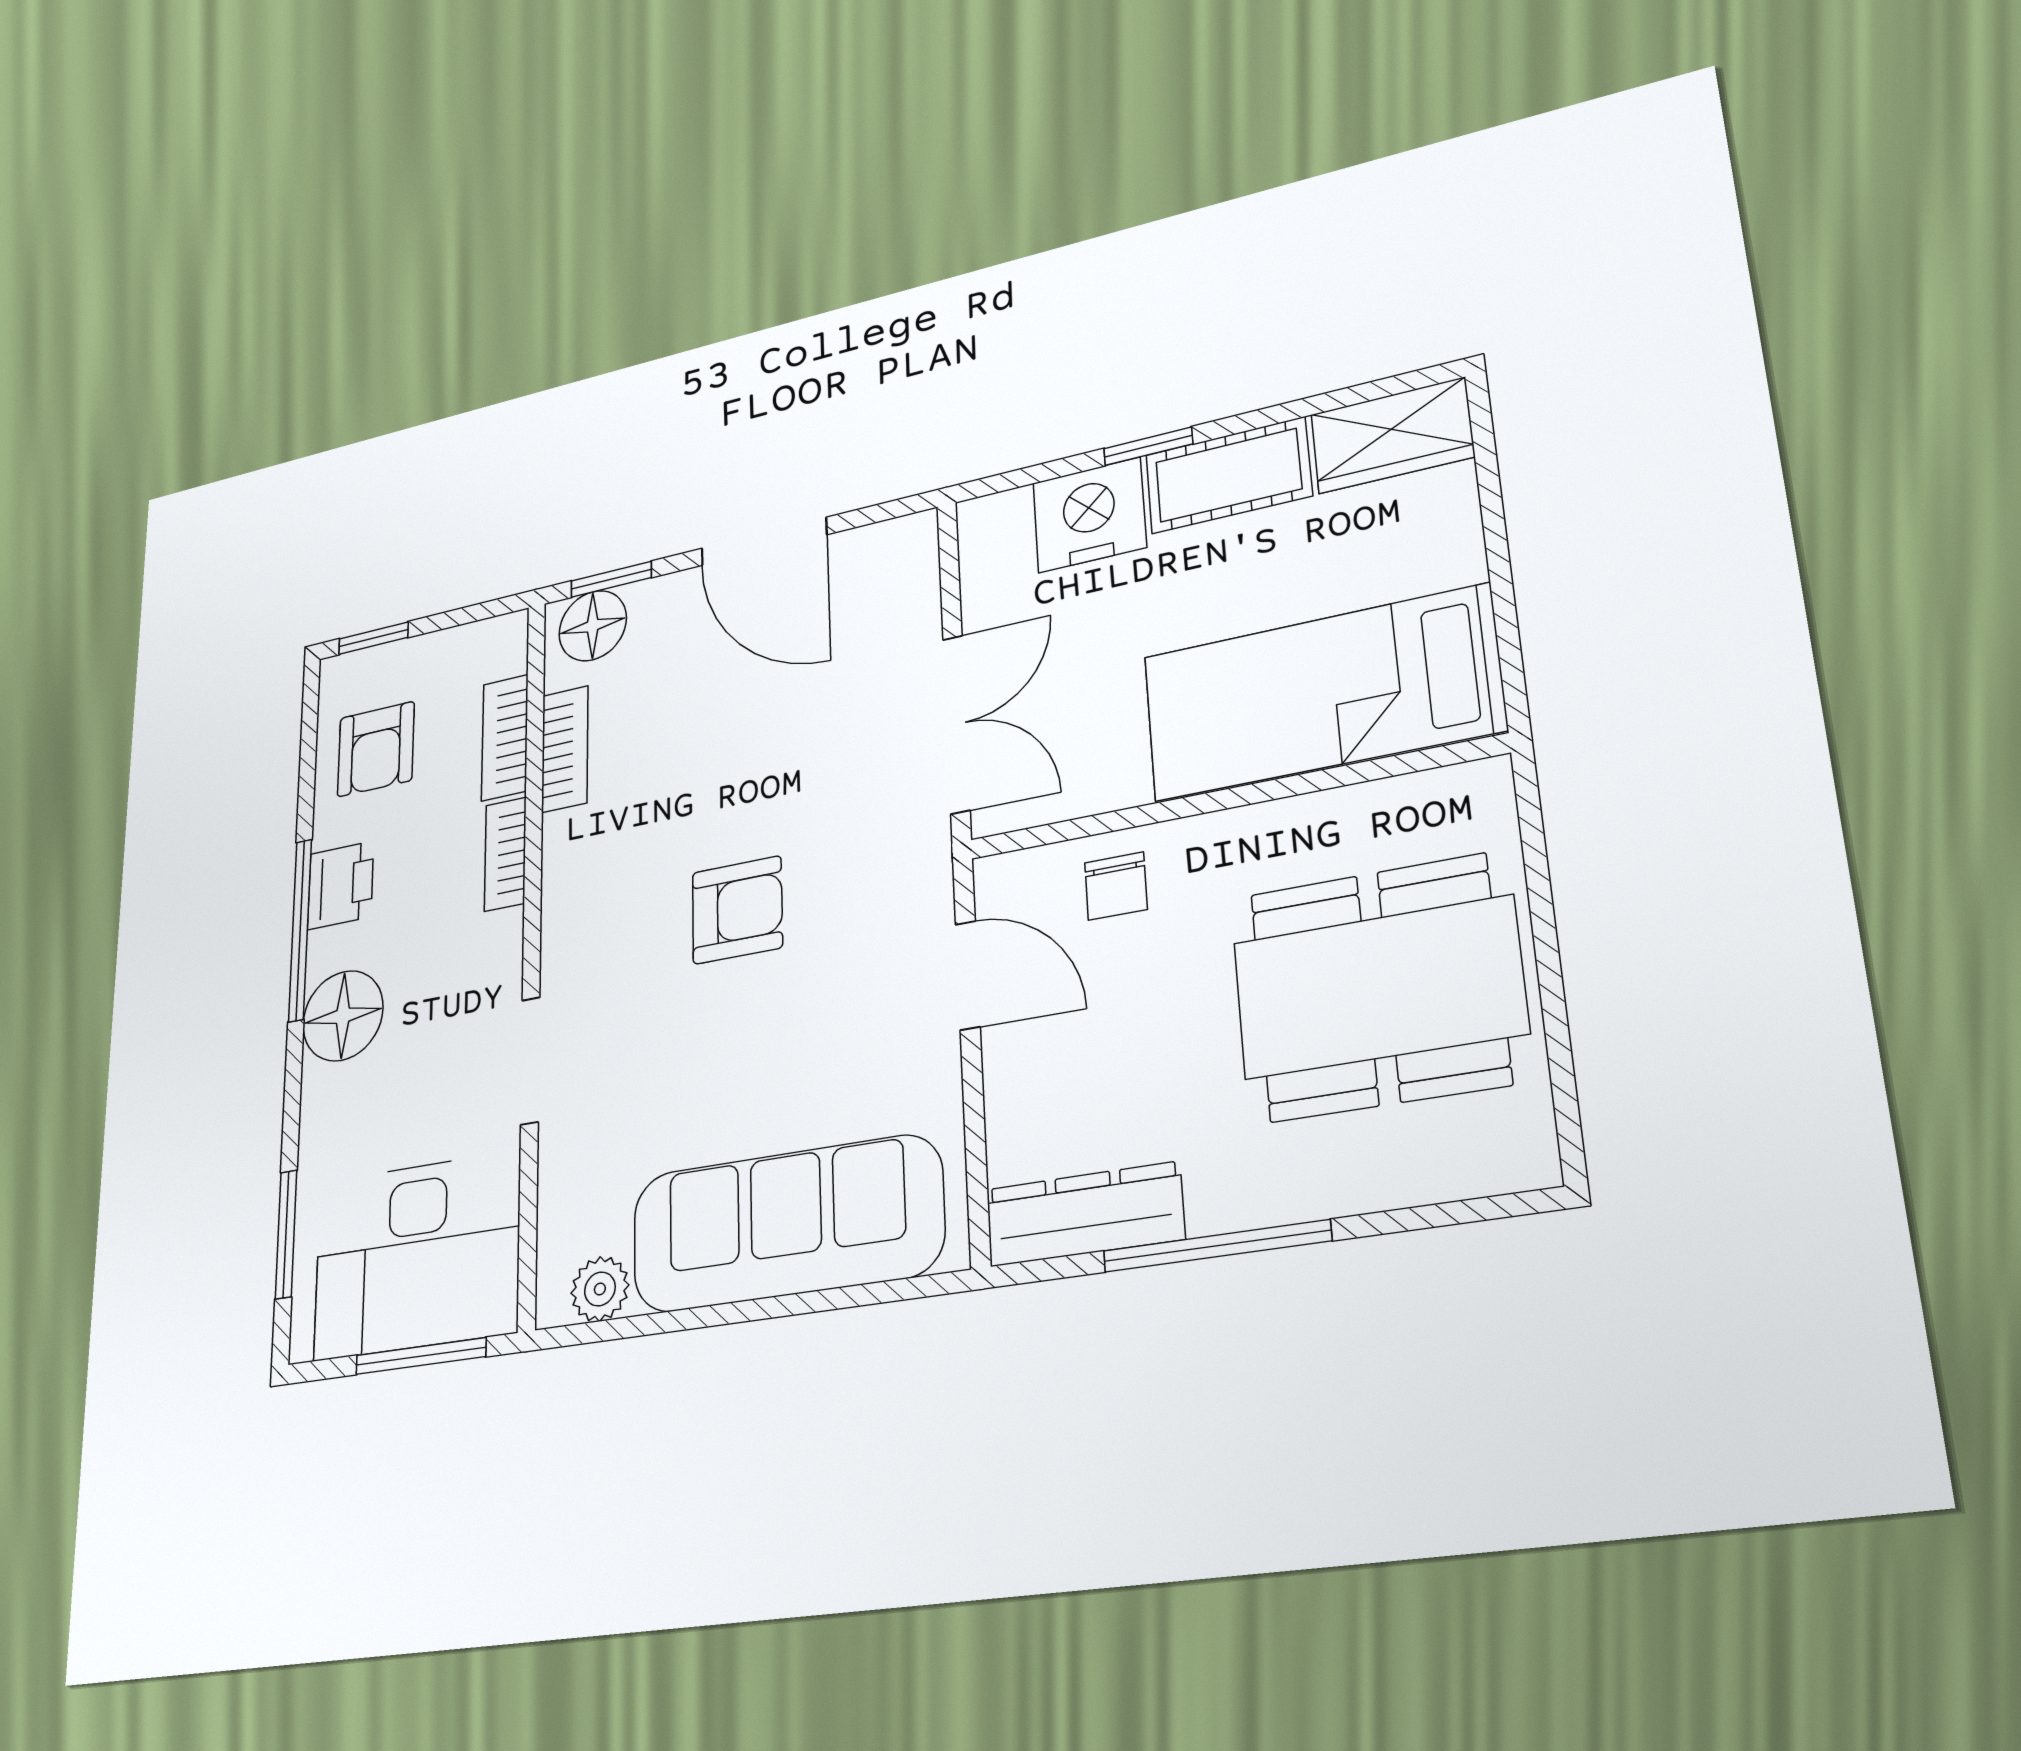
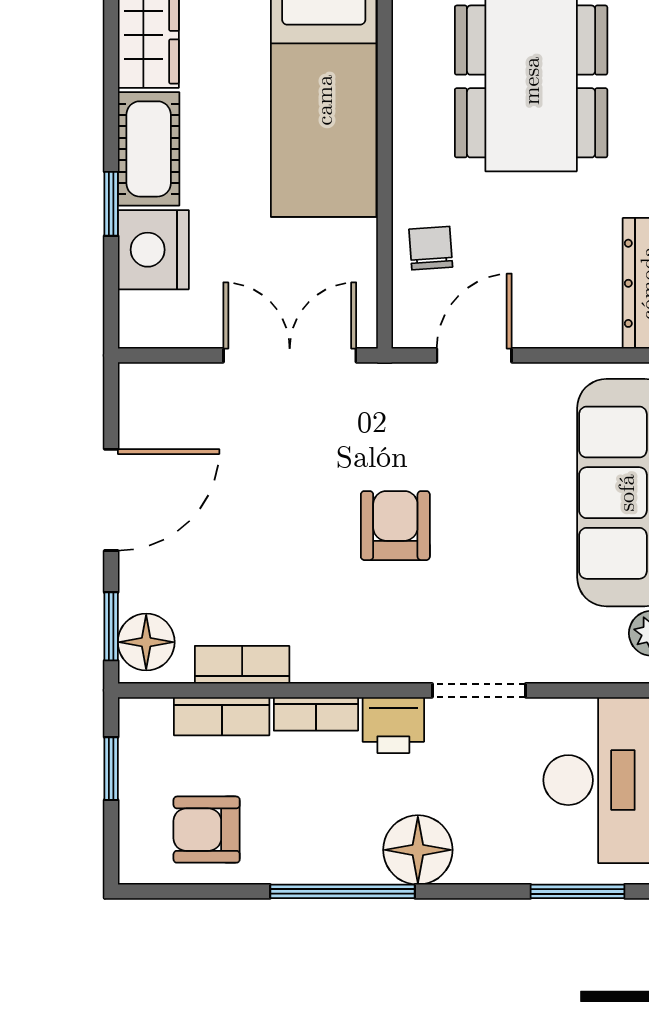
window: (373, 638) -> (111, 769), moved
armchair: (376, 749) -> (207, 830), turned 180
printer: (341, 885) -> (393, 725), moved, turned 180
chair: (1116, 886) -> (431, 248), turned -94

